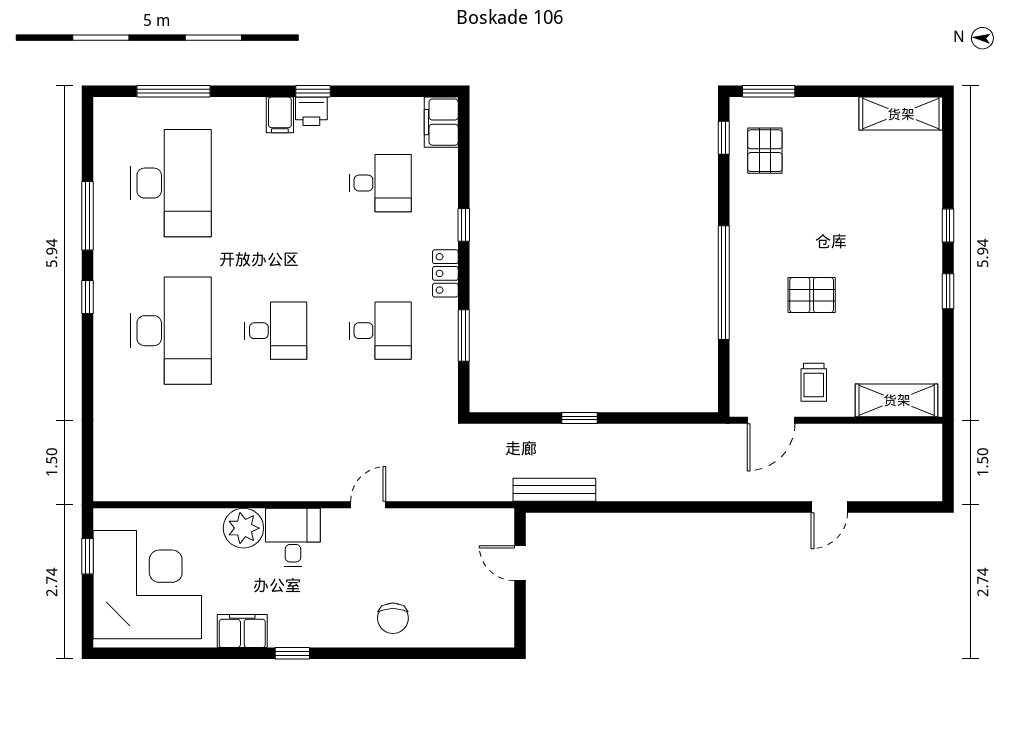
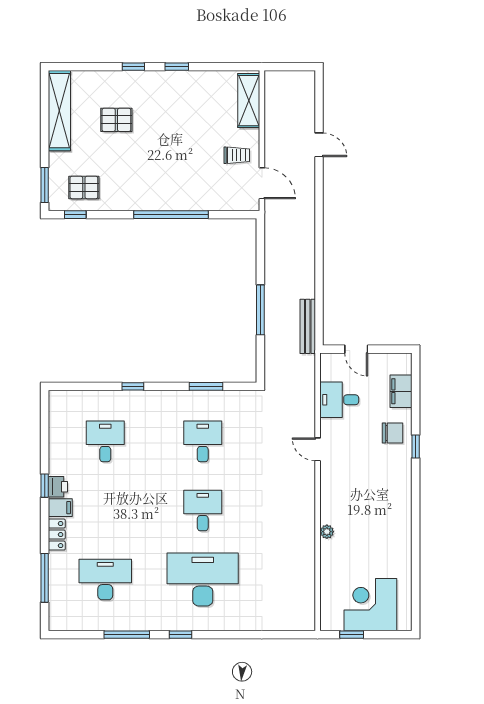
shelving: (901, 114) -> (59, 111), width x1.47
filing cabinet: (441, 122) -> (65, 401), removed
desk: (171, 183) -> (105, 580), width x0.73, depth x0.77
locker: (445, 273) -> (57, 535), moved, turned -90
pallet: (812, 295) -> (116, 120), moved, turned 90
window: (579, 418) -> (260, 310), width x2.17
plant: (243, 528) -> (327, 532), width x0.53, depth x0.53
desk: (293, 537) -> (339, 400), moved
door: (520, 563) -> (356, 349), hinge flipped
corner desk: (147, 585) -> (370, 605), width x0.74, depth x0.74
filing cabinet: (242, 631) -> (401, 391), moved
window: (292, 653) -> (416, 447), moved

